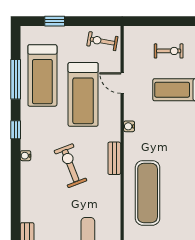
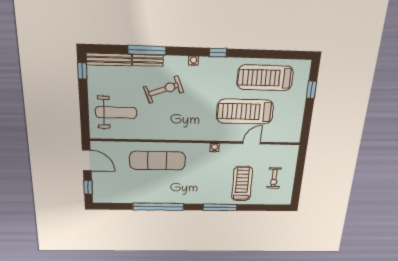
exercise bike: (102, 41) -> (289, 128), removed
window: (16, 79) -> (147, 50), moved
bench: (114, 158) -> (148, 60), moved
exercise bike: (70, 166) -> (164, 89), moved

